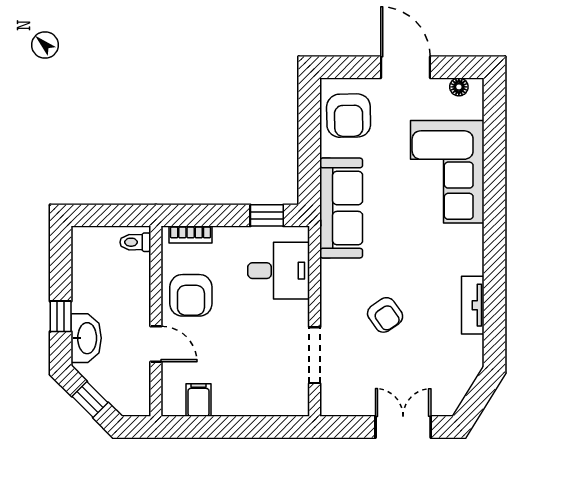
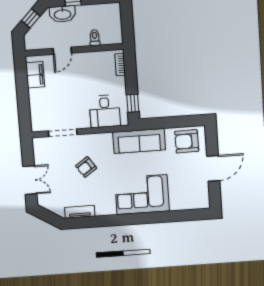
floor lamp: (459, 87) -> (205, 196), removed
corner sofa: (447, 172) -> (142, 195), moved
toilet: (135, 242) -> (95, 38), moved
armchair: (191, 295) -> (89, 67), removed
tv unit: (473, 305) -> (80, 212), moved
filing cabinet: (198, 400) -> (35, 75), width x2.00

